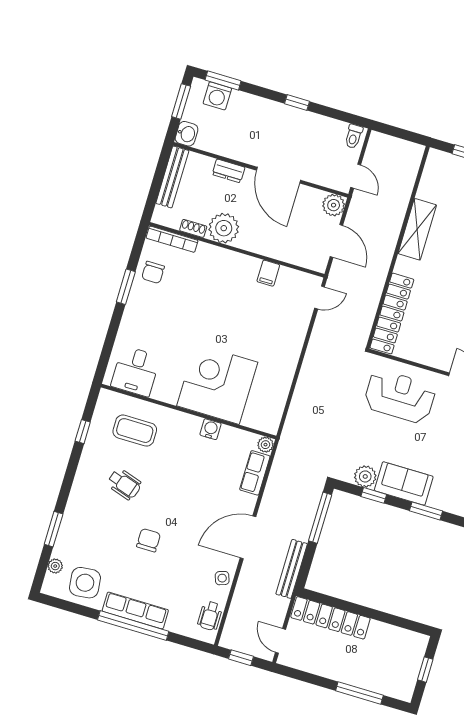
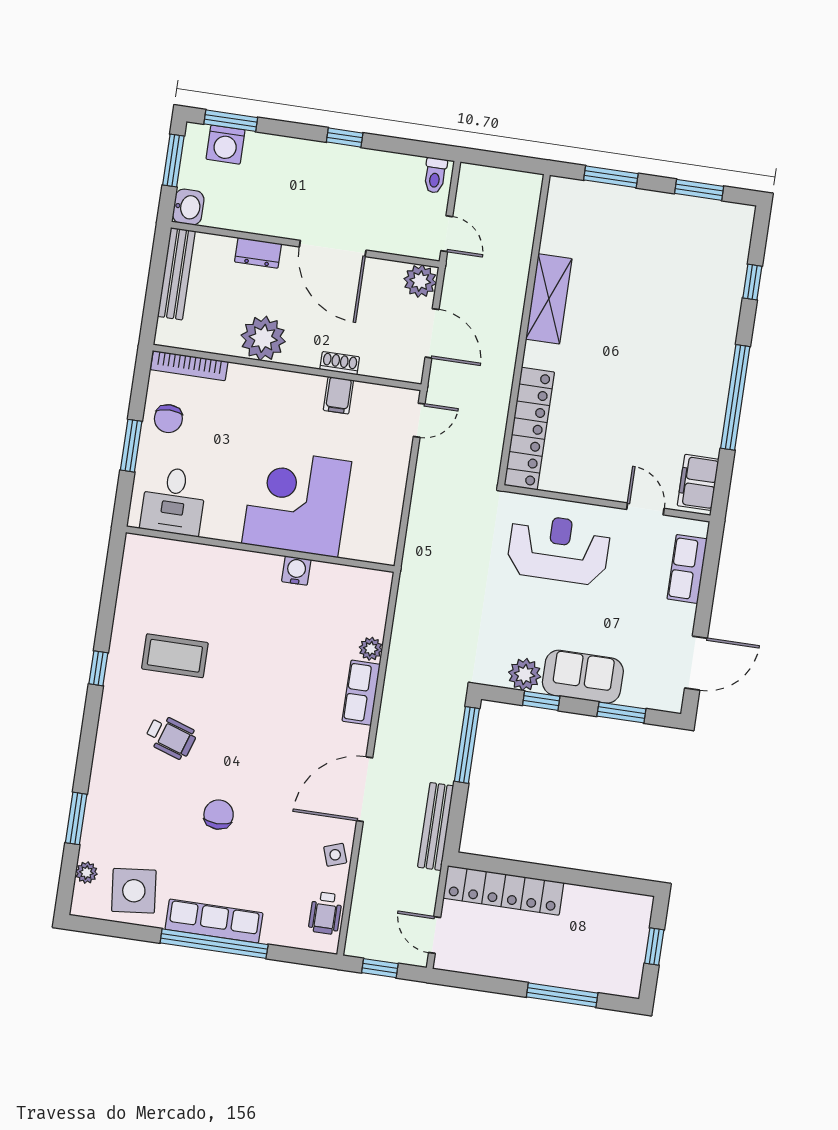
shoe rack: (193, 228) -> (340, 363), moved
desk: (136, 371) -> (174, 501), moved
corner desk: (217, 384) -> (297, 503), moved
wall: (189, 412) -> (260, 549), moved
water cooler: (211, 429) -> (296, 571), moved

